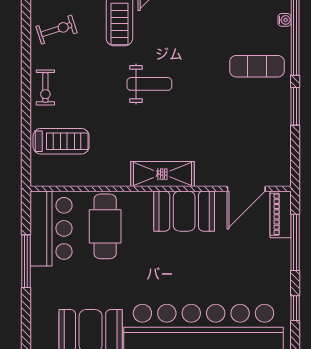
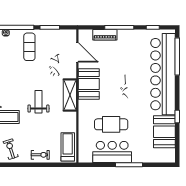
shelving: (162, 174) -> (70, 95), moved
wall: (161, 189) -> (77, 96), moved
door: (246, 189) -> (77, 52), moved
booth: (184, 211) -> (89, 84), moved

